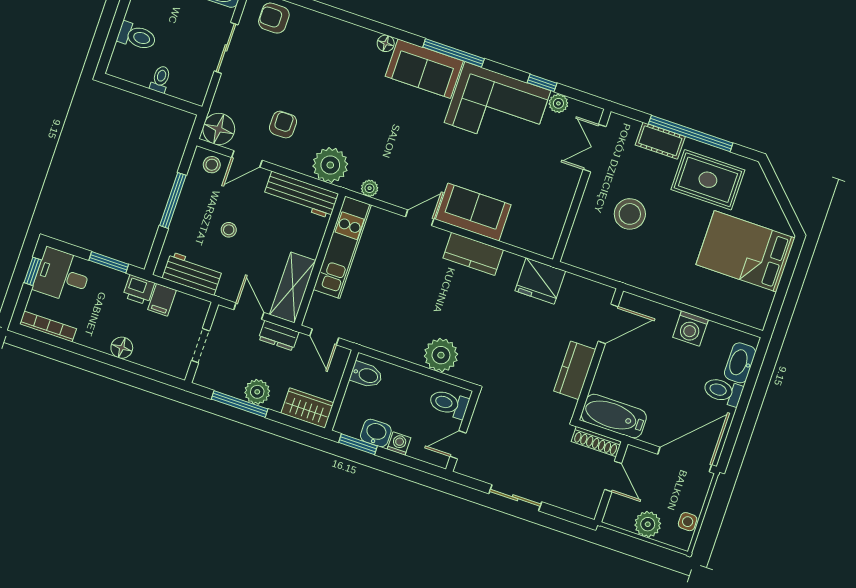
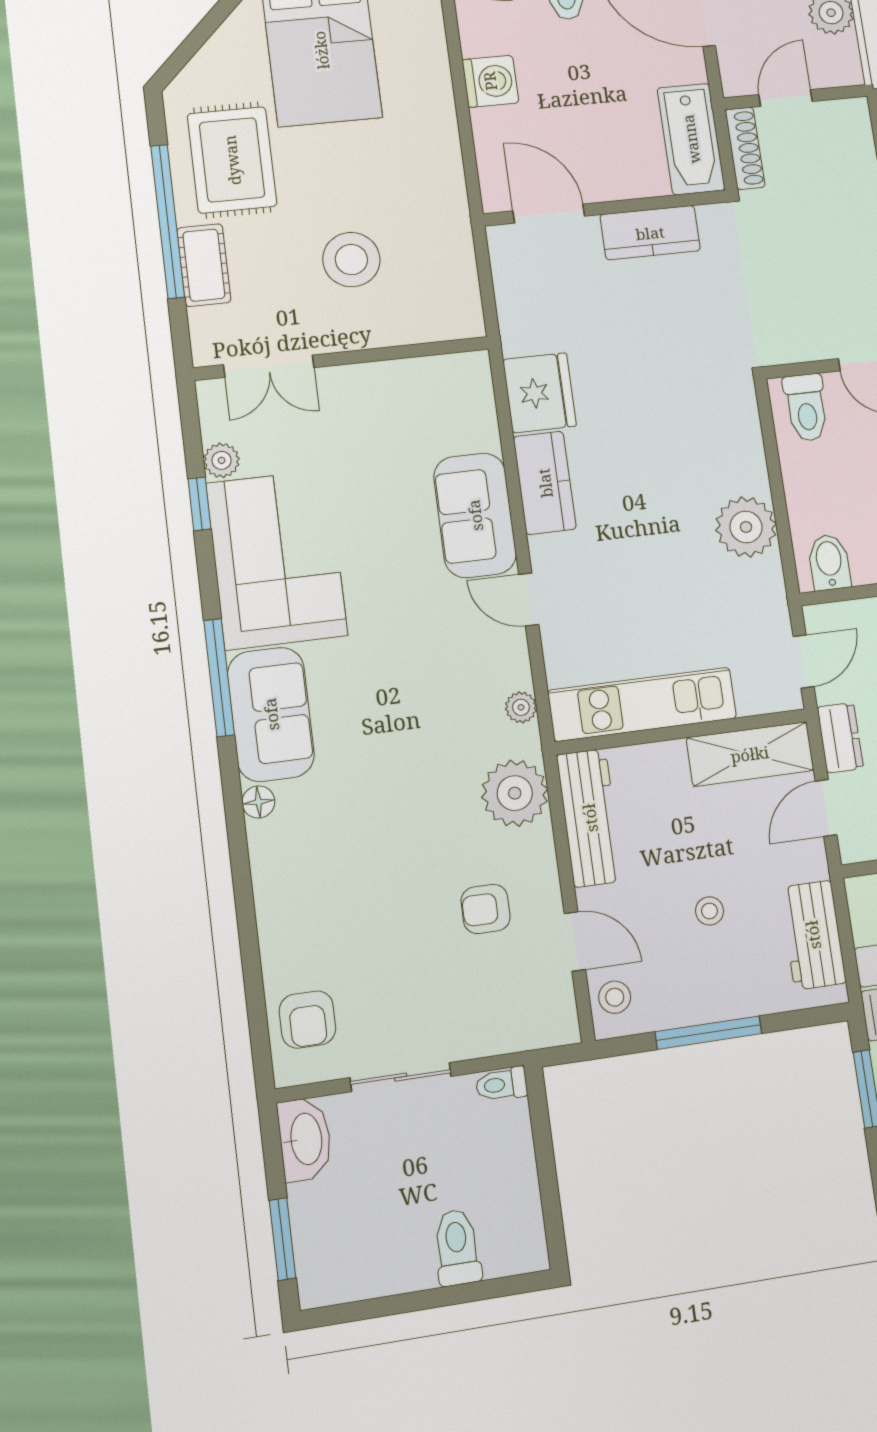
toilet: (160, 79) -> (501, 1084), moved
floor lamp: (219, 129) -> (548, 1017), removed
fridge: (540, 281) -> (540, 393), moved
plant: (441, 355) -> (746, 527), moved

